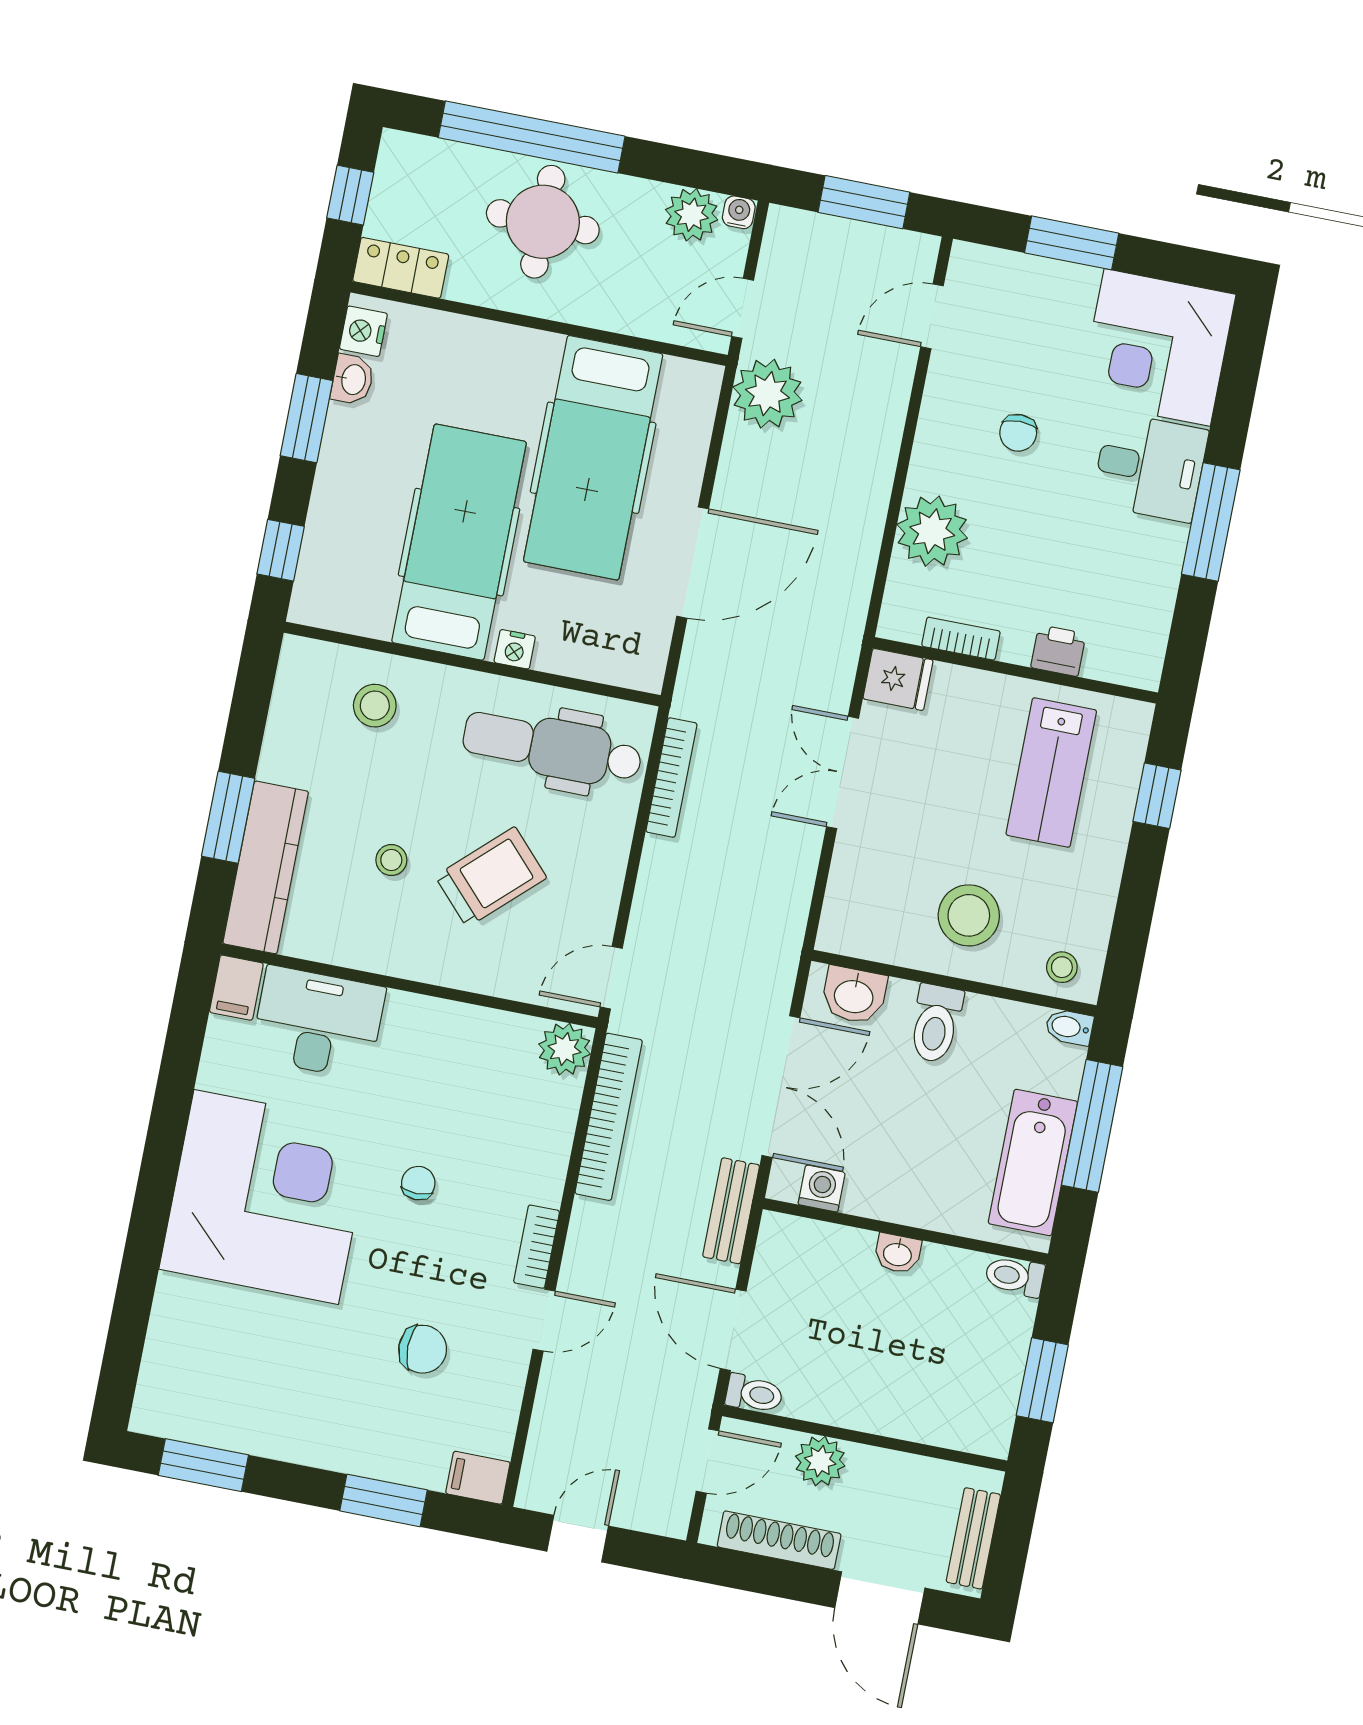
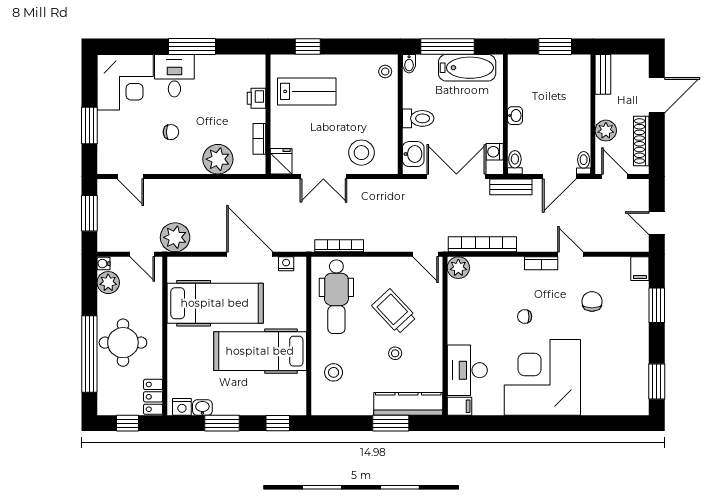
nightstand: (515, 649) -> (286, 264), moved, turned -90
stool: (969, 915) -> (361, 153), moved
toilet: (1015, 1276) -> (515, 162), moved, turned 180
bench: (973, 1538) -> (603, 74), moved, turned 90

